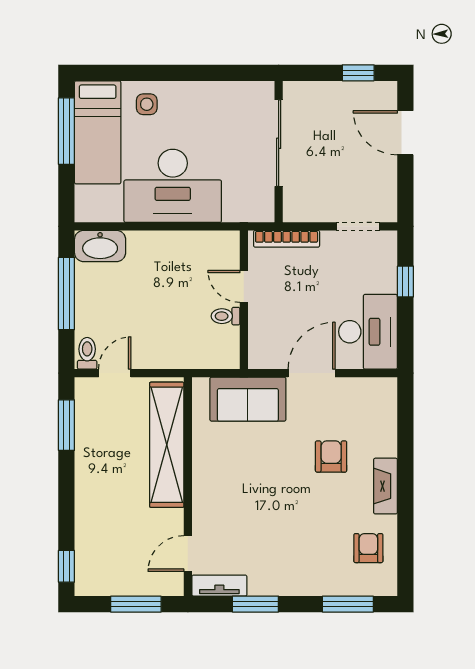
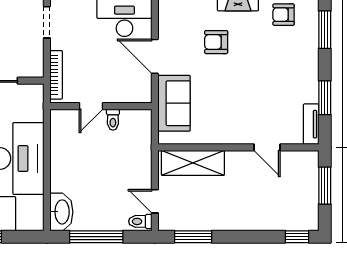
shelving: (167, 445) -> (193, 163), width x0.68
door: (188, 553) -> (267, 147), moved

